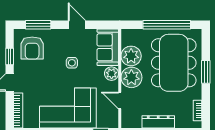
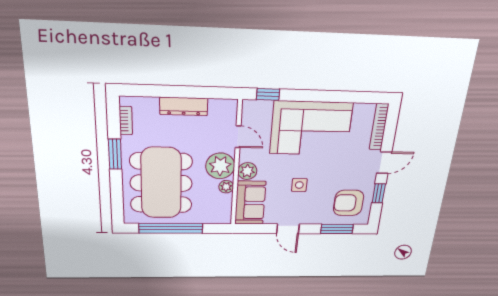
armchair: (32, 48) -> (349, 203), turned -90
plant: (131, 56) -> (226, 187), width x0.53, depth x0.53
window: (206, 72) -> (115, 154), moved

